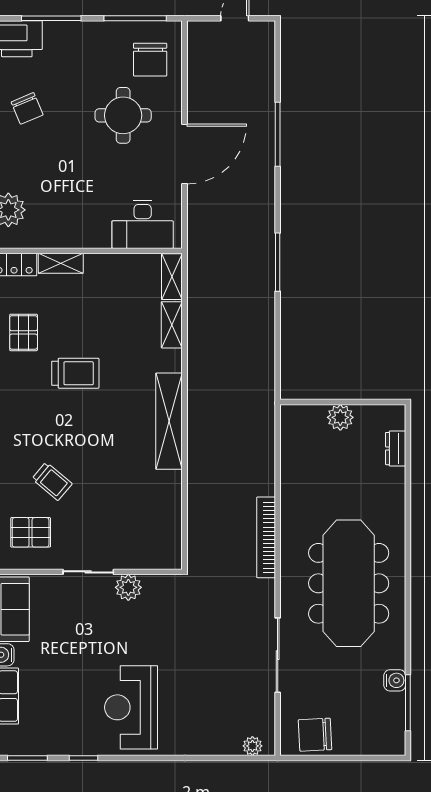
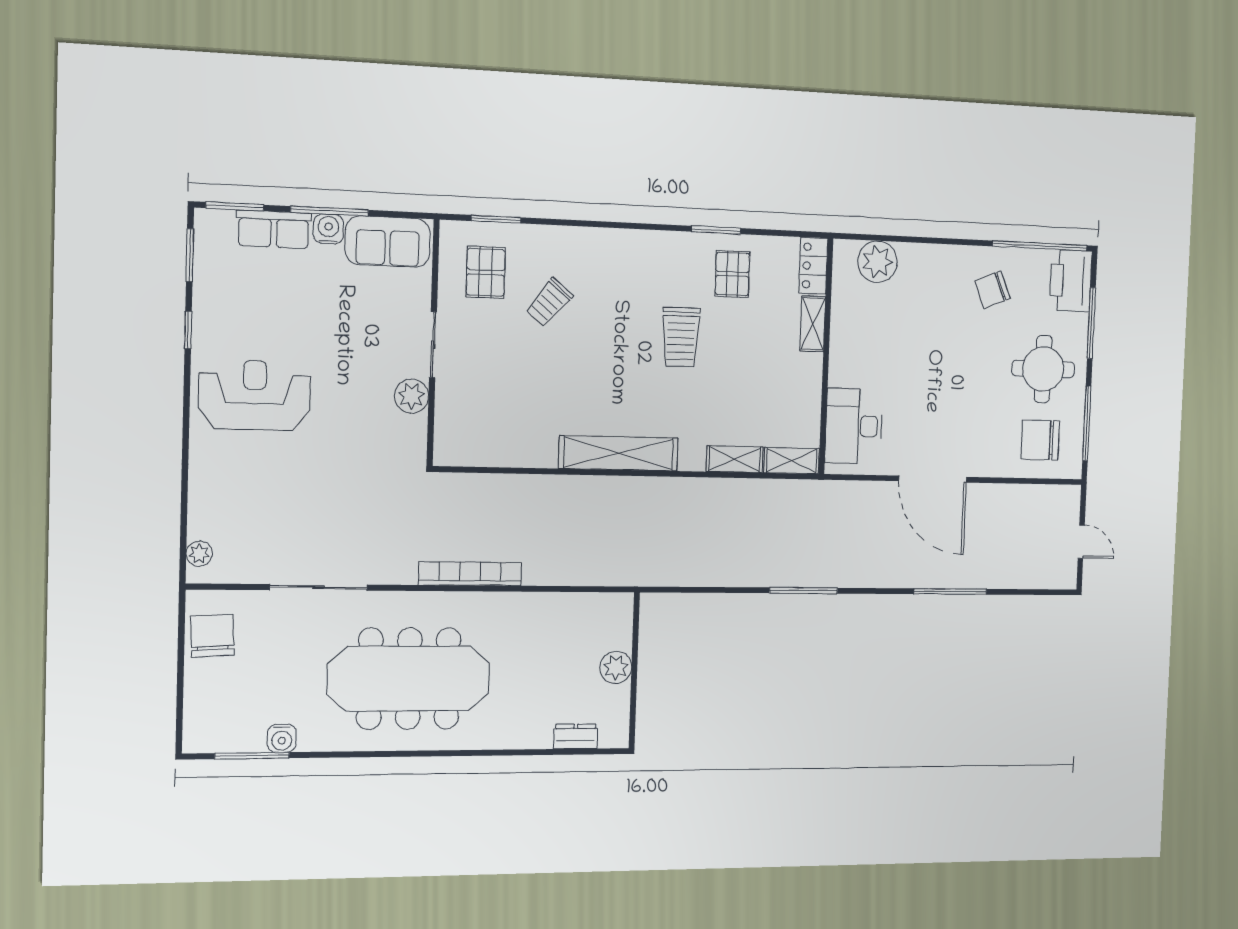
round table: (123, 115) -> (1043, 369), moved
pallet: (24, 332) -> (732, 274), turned 90

